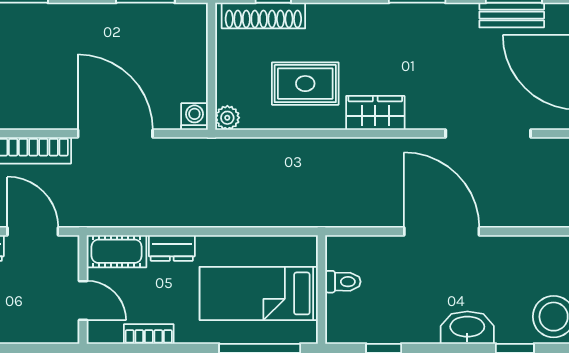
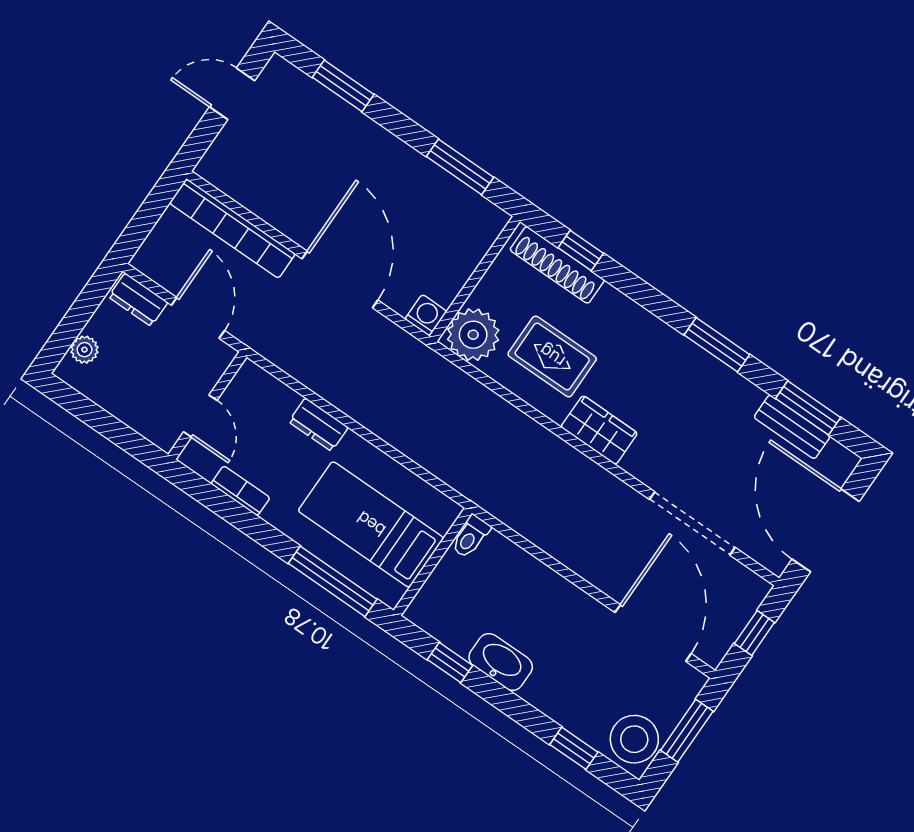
plant: (227, 118) -> (473, 335), width x1.88, depth x1.88
door: (442, 231) -> (653, 633), moved
cot: (117, 251) -> (264, 392), removed
toilet: (343, 282) -> (471, 537), moved, turned 90
washbasin: (467, 328) -> (501, 662), moved

